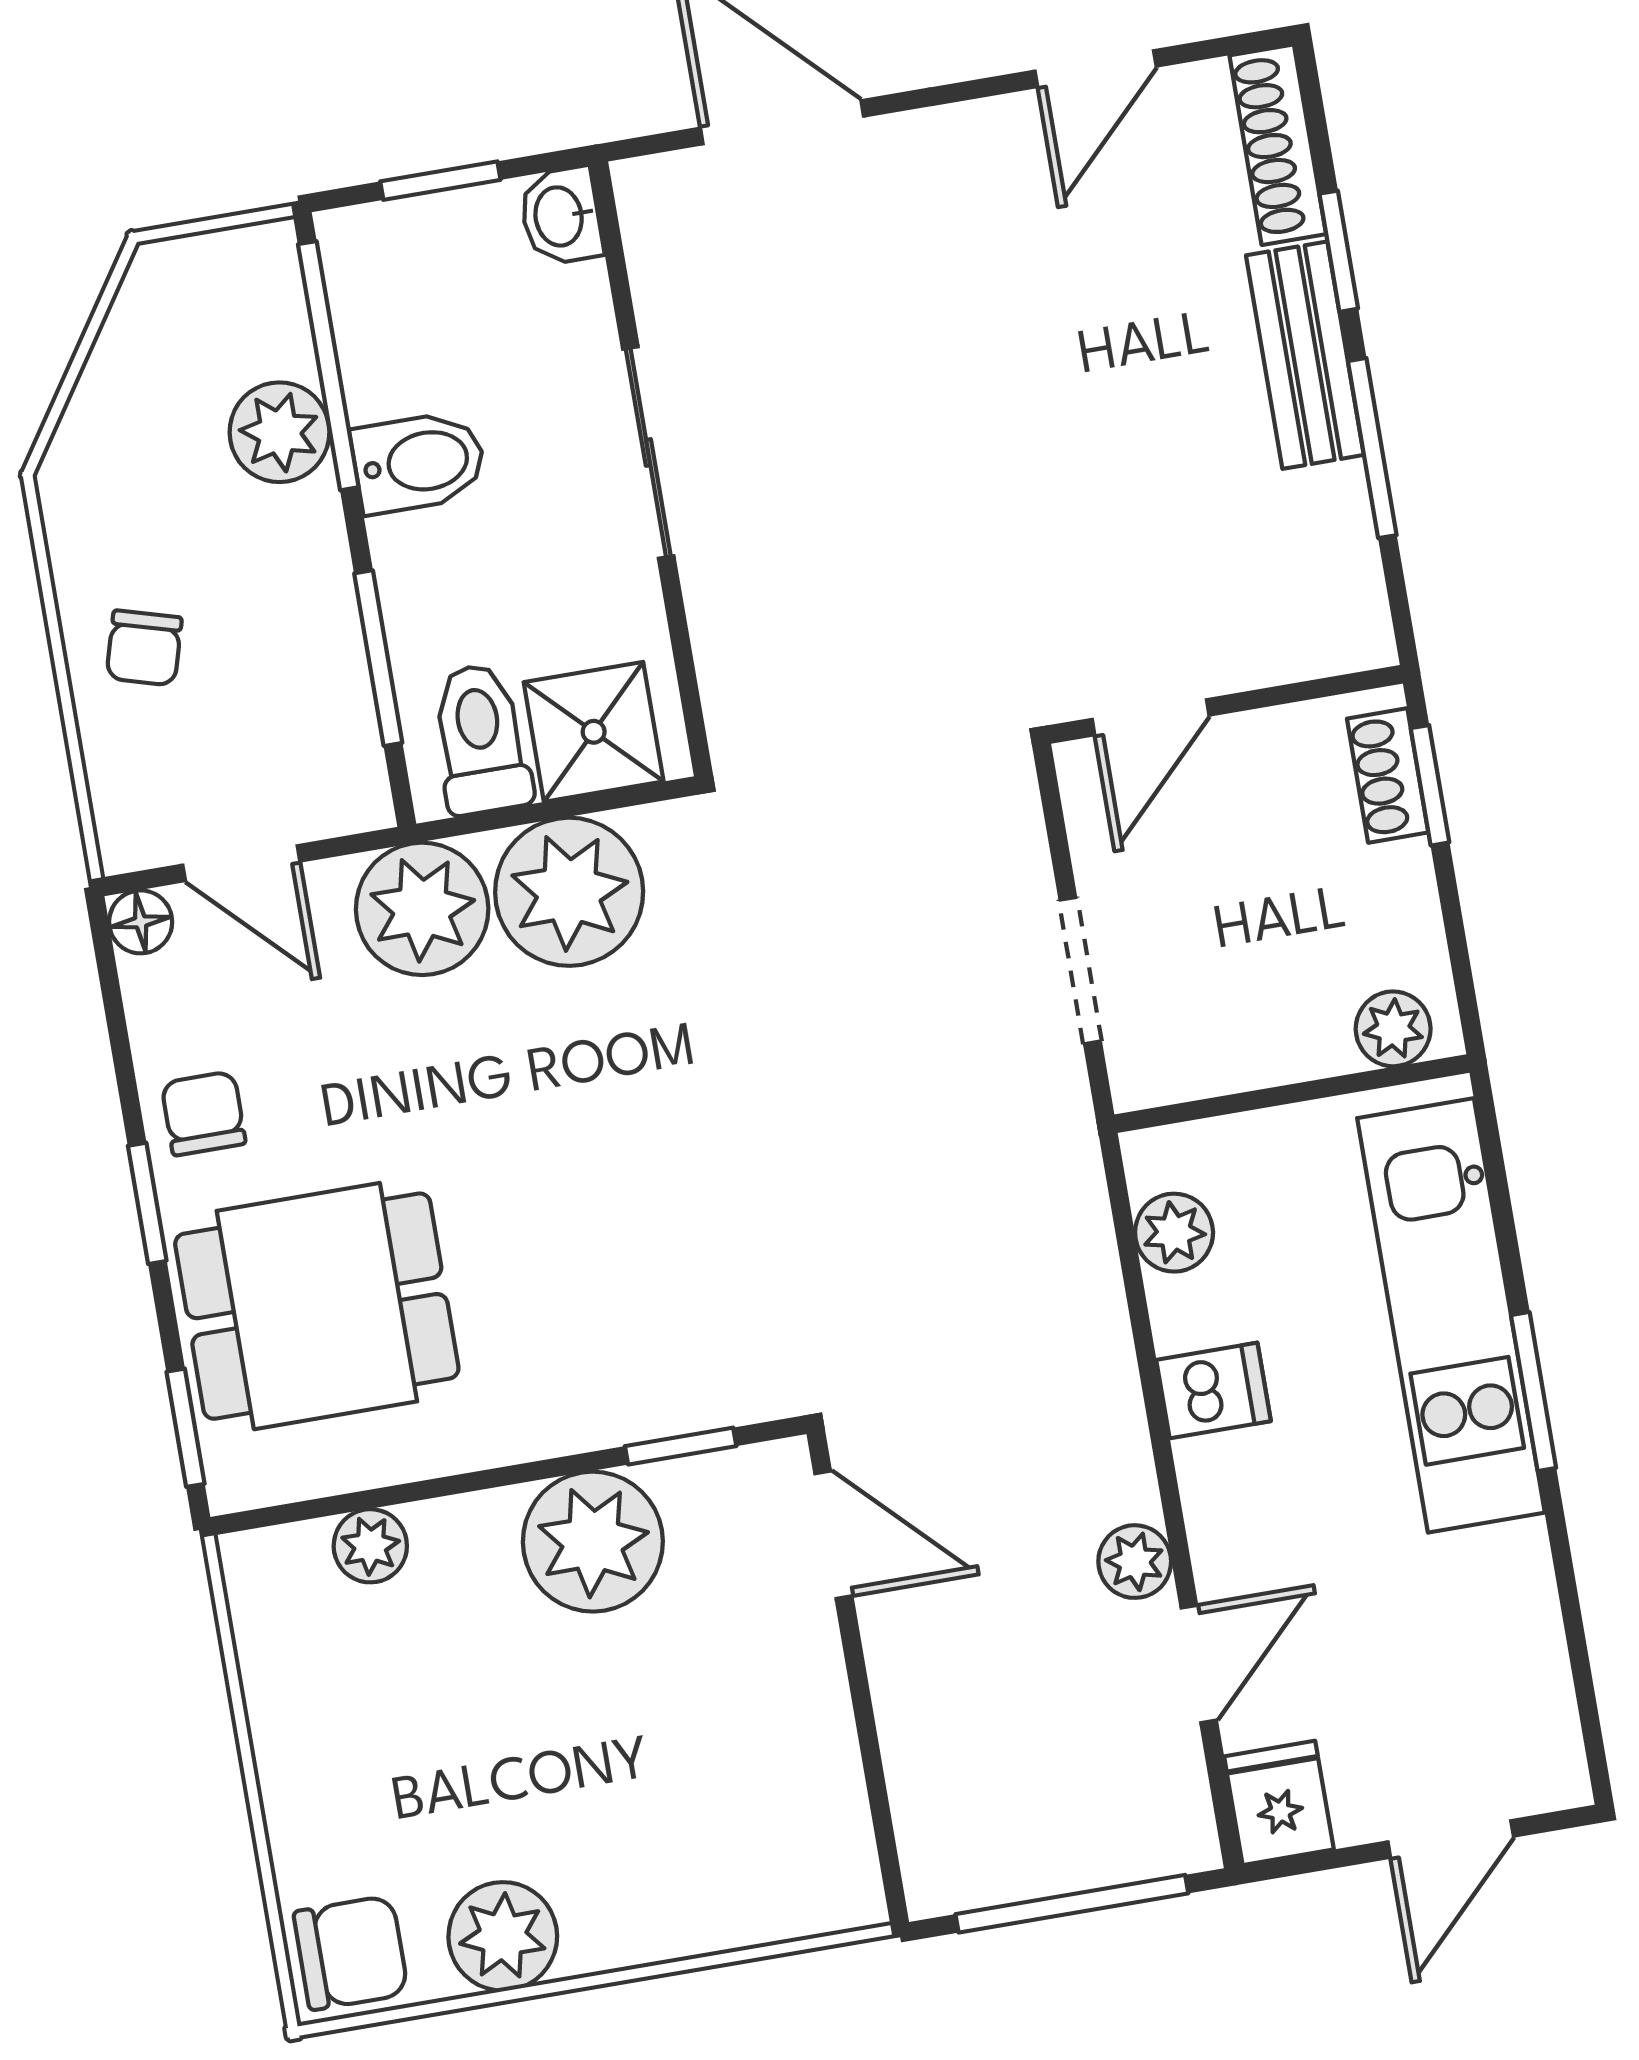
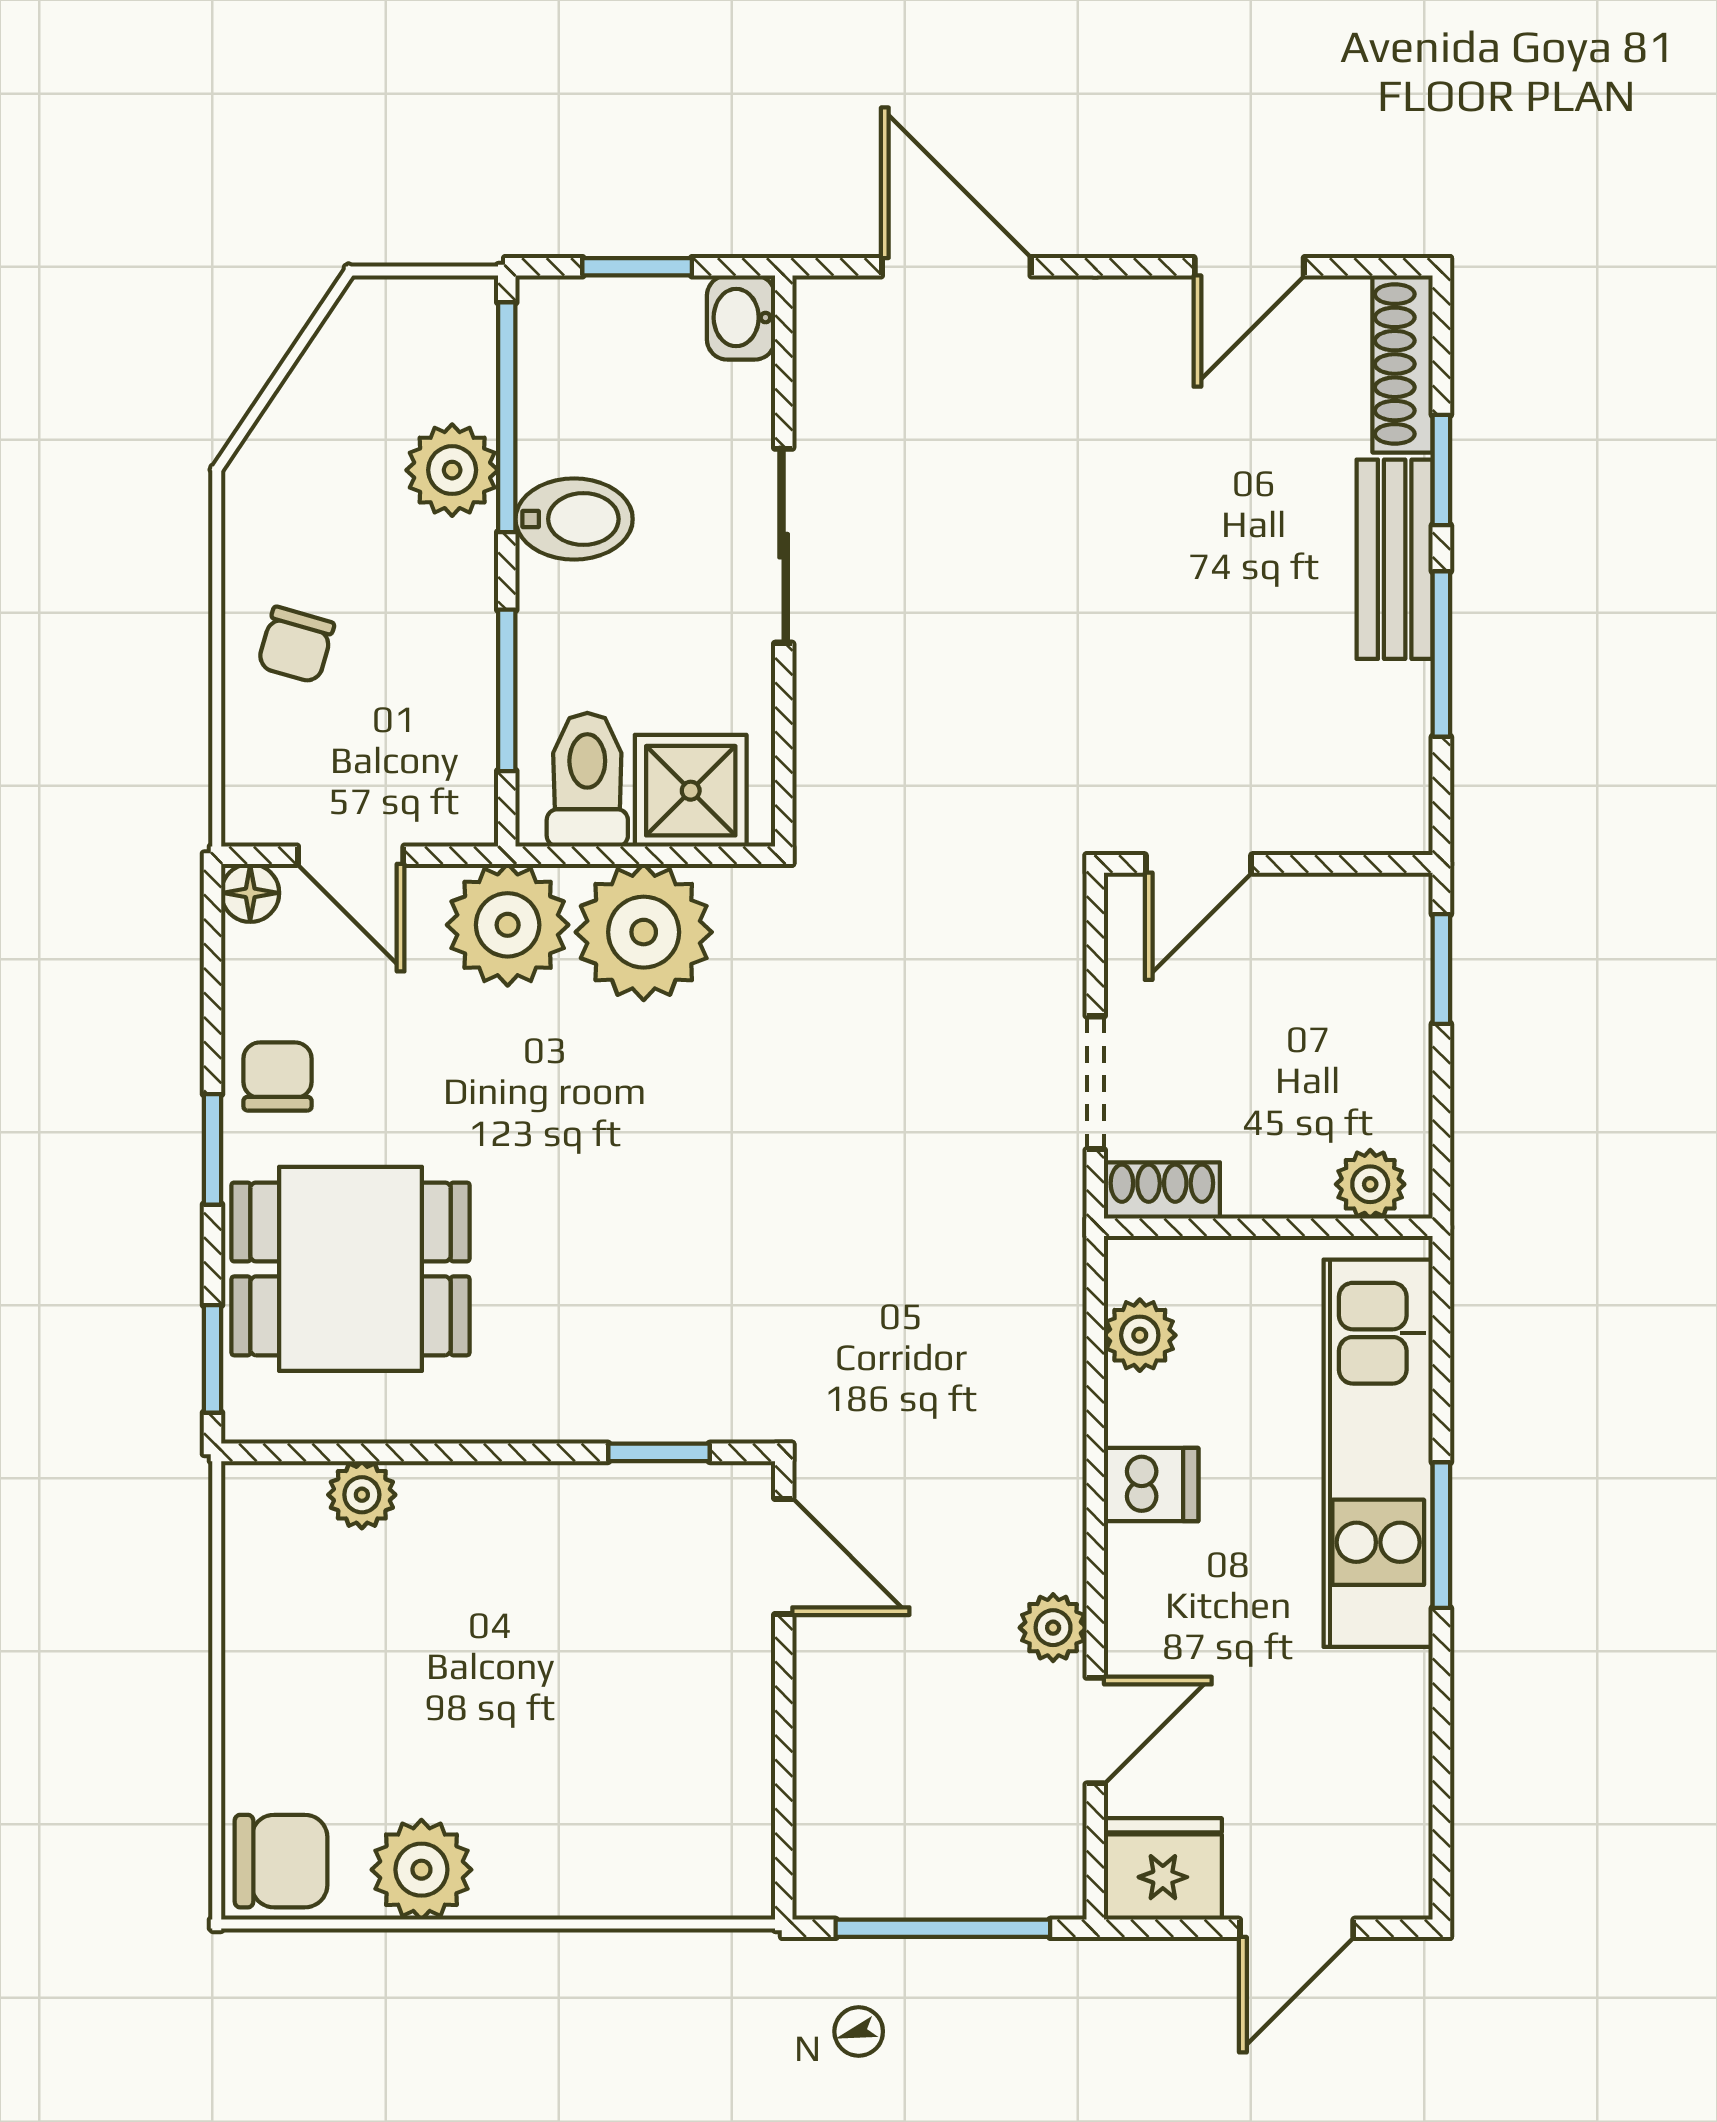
shoe rack: (1388, 776) -> (1162, 1191), moved, turned 90
plant: (593, 1542) -> (564, 1525), removed
fridge: (1279, 1803) -> (1163, 1869), width x1.38

